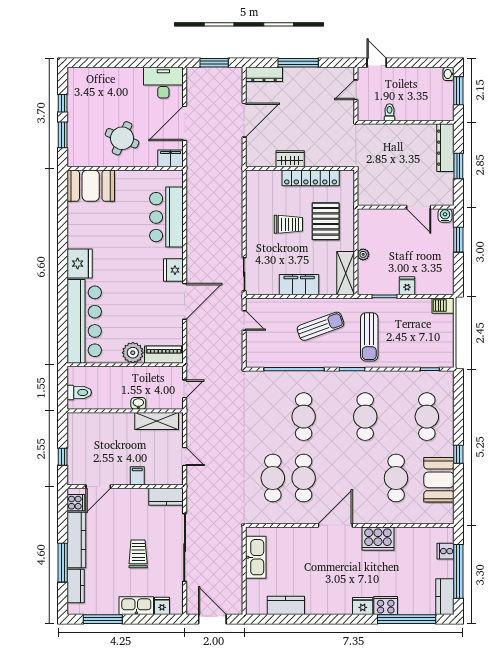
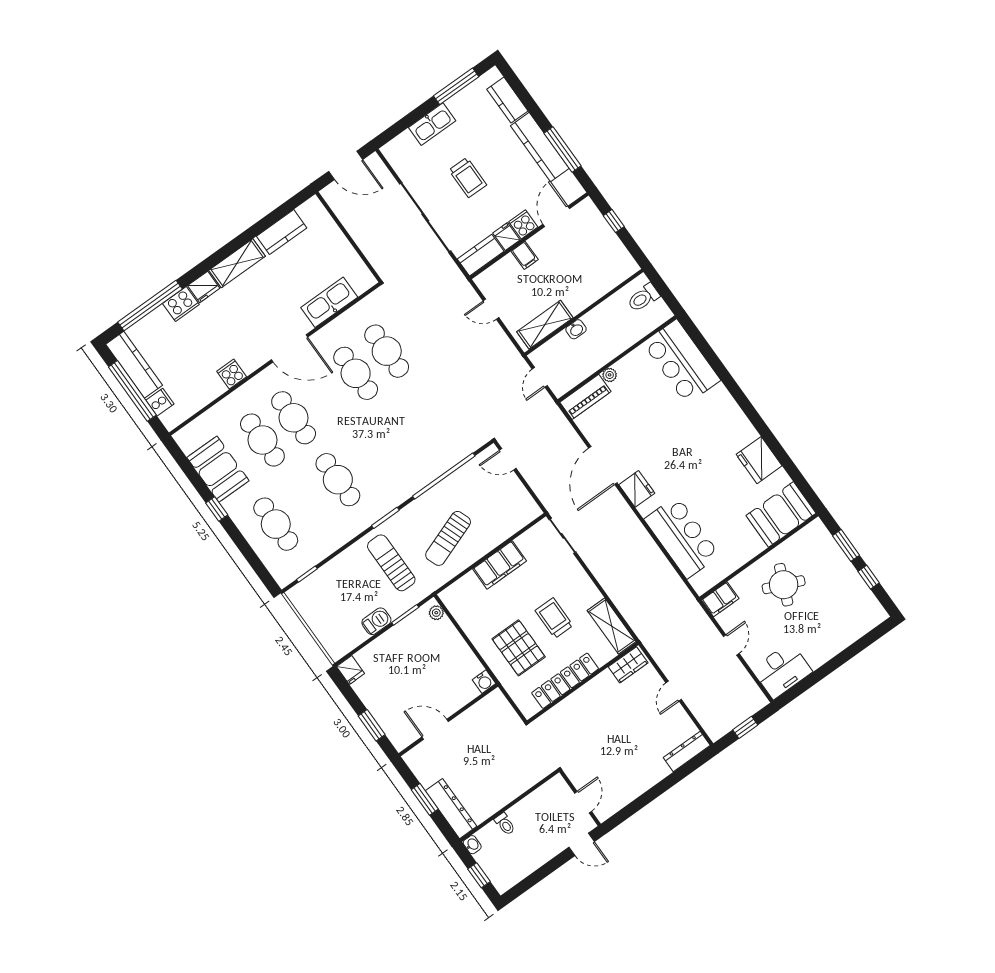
window: (214, 63) -> (745, 727), width x0.67
window: (298, 63) -> (661, 788), removed
washbasin: (448, 74) -> (472, 845), moved
window: (458, 91) -> (479, 875), width x0.67
toilet: (389, 112) -> (505, 824), moved
door: (244, 120) -> (674, 691), width x0.53
door: (185, 123) -> (731, 645), width x0.53
wardrobe: (290, 159) -> (628, 665), moved
water cooler: (445, 215) -> (484, 682), moved
trolley: (288, 224) -> (554, 618), turned 90
plant: (363, 254) -> (436, 613), moved
fridge: (80, 264) -> (759, 460), moved
shelving: (346, 273) -> (612, 626), moved
fridge: (407, 286) -> (351, 670), moved
barbecue: (443, 306) -> (376, 621), moved
door: (244, 320) -> (508, 459), moved
bar counter: (84, 321) -> (682, 362), width x0.73
plant: (133, 353) -> (610, 375), width x0.53, depth x0.53
cafe table: (304, 417) -> (294, 418), moved
cooker: (76, 503) -> (523, 224), moved, turned 90
door: (335, 525) -> (290, 348), hinge flipped
cooker: (378, 539) -> (232, 374), width x0.53, depth x0.76
kitchen sink: (256, 557) -> (329, 302), moved, turned 90
window: (63, 563) -> (563, 149), moved
kitchen counter: (445, 597) -> (134, 365), width x1.50
fridge: (162, 606) -> (506, 237), moved, turned 180
shelving: (330, 606) -> (237, 263), added

